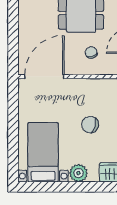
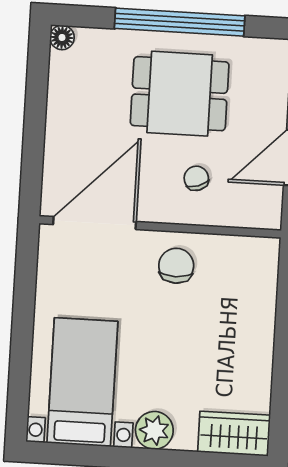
chair: (90, 125) -> (176, 266), moved, turned 75

